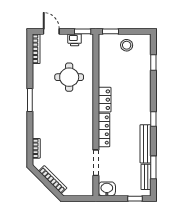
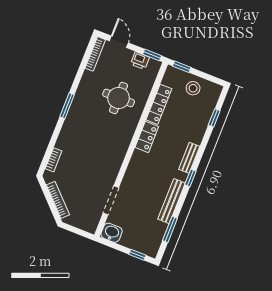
locker: (104, 130) -> (159, 104), moved
bench: (146, 177) -> (189, 158), moved

